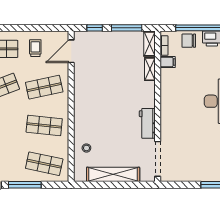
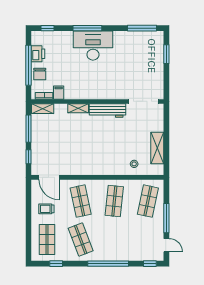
shelving: (150, 69) -> (78, 108), moved
workbench: (147, 123) -> (107, 110), width x1.38
shelving: (113, 174) -> (157, 148), width x0.68

